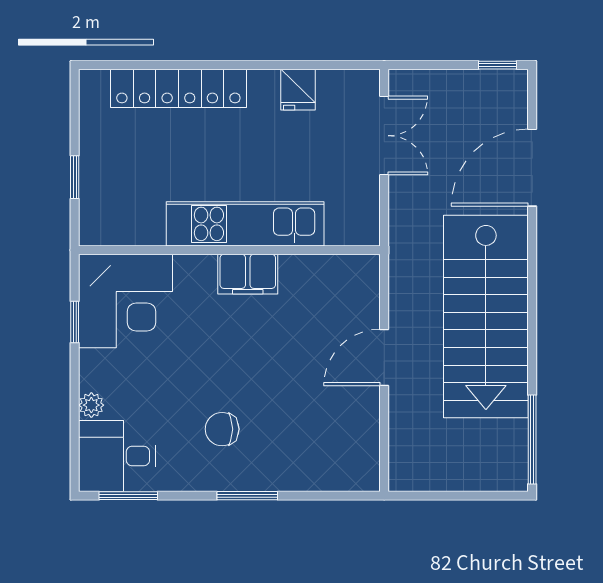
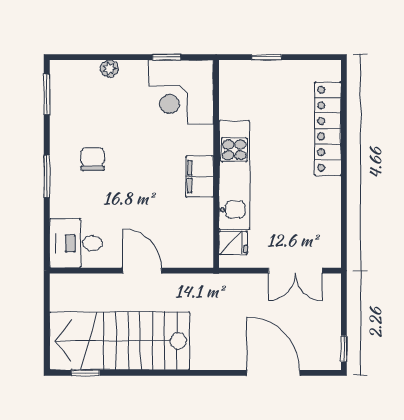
fridge: (298, 90) -> (233, 243), moved, turned 180
stairs: (486, 316) -> (119, 341), moved
window: (532, 440) -> (86, 373), width x0.46
desk: (117, 456) -> (76, 243), moved, turned -90

